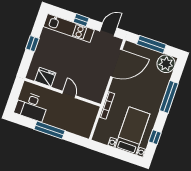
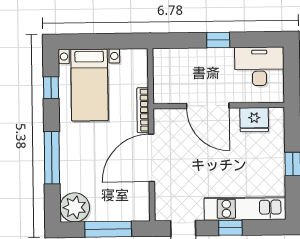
door: (116, 63) -> (151, 158), moved
door: (69, 95) -> (208, 106), width x1.88
window: (49, 130) -> (218, 40), width x0.46

